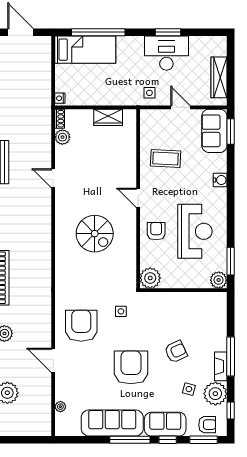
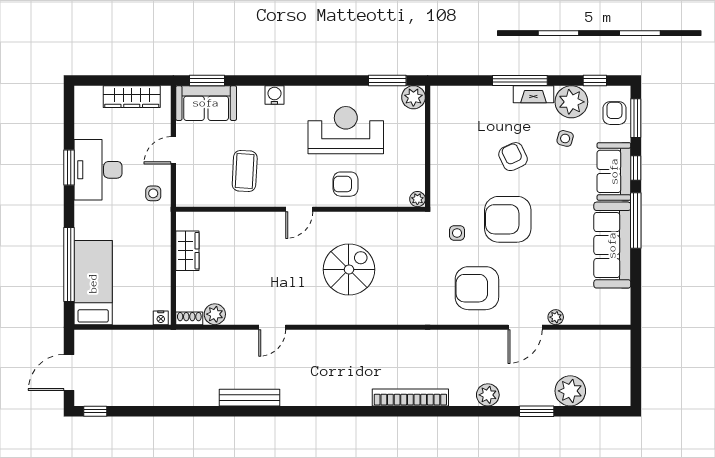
plant: (150, 278) -> (417, 199), width x0.53, depth x0.53
armchair: (131, 367) -> (508, 219), moved
plant: (60, 407) -> (556, 317), moved

